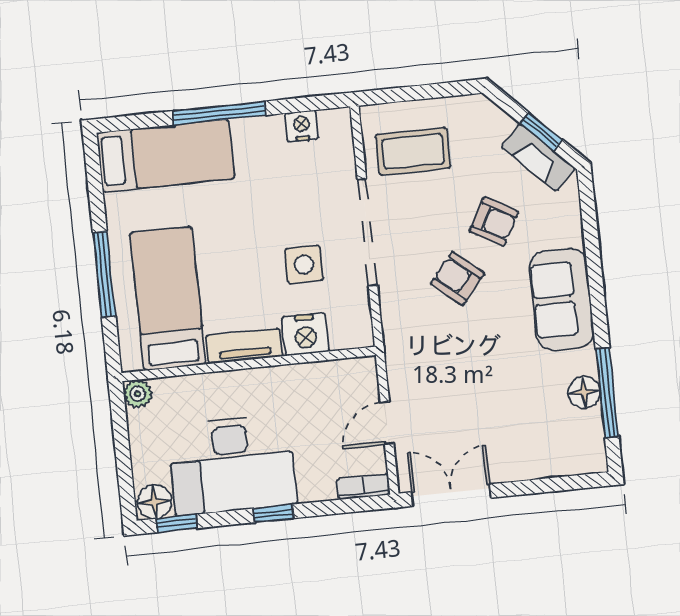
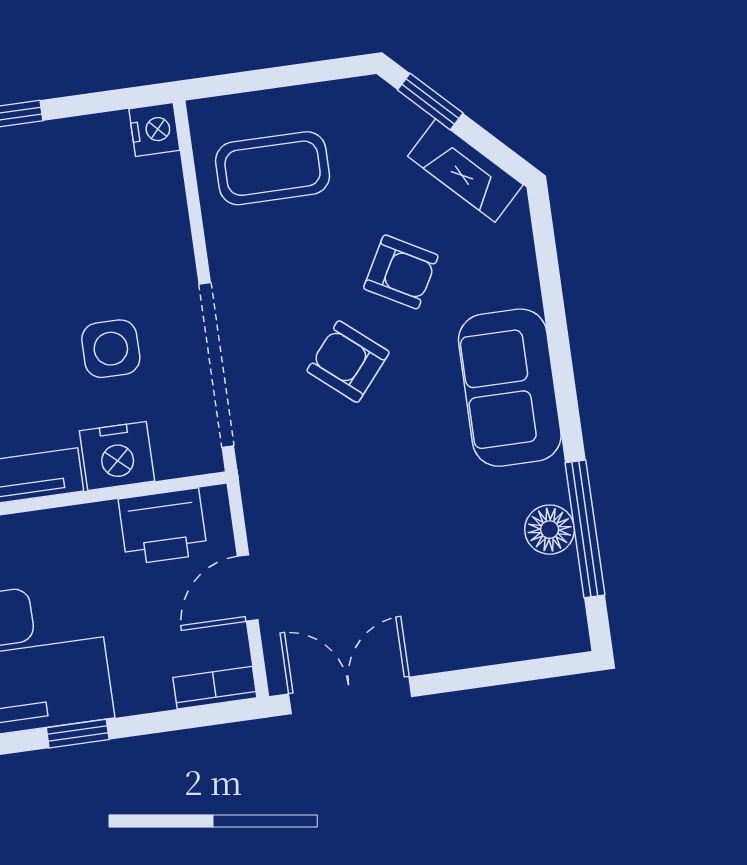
nightstand: (302, 126) -> (154, 130), moved, turned 90
window: (541, 132) -> (430, 101), moved
doorway: (367, 232) -> (216, 365), moved
printer: (334, 381) -> (163, 527), added

